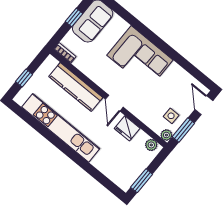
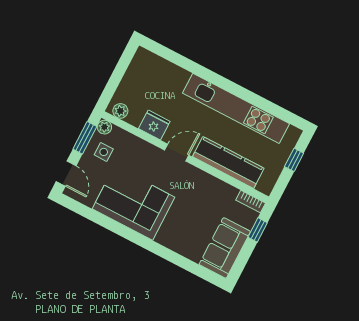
window: (74, 18) -> (258, 230), moved
corner sofa: (140, 58) -> (134, 203), moved
door: (114, 103) -> (177, 153), hinge flipped
window: (142, 181) -> (123, 64), removed

